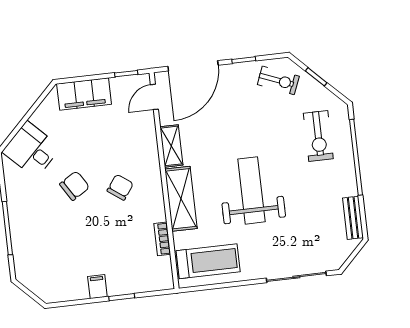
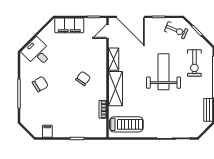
door: (193, 66) -> (130, 17), hinge flipped
chair: (75, 186) -> (40, 84), moved
weight bench: (251, 190) -> (164, 72), moved
filing cabinet: (97, 287) -> (47, 131), moved

